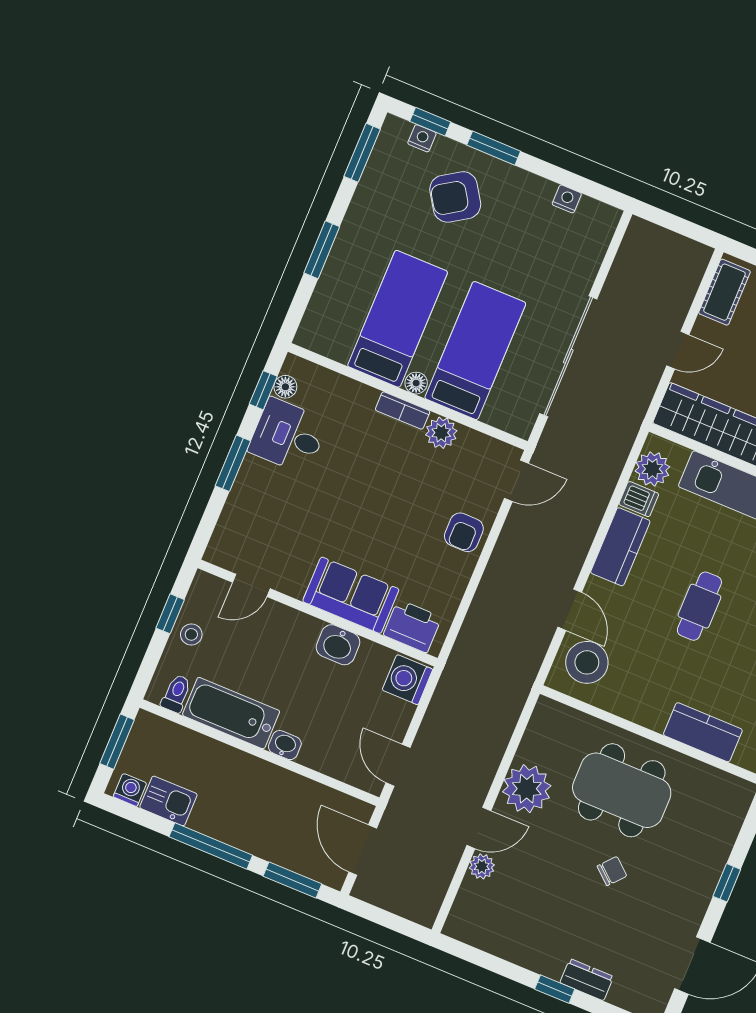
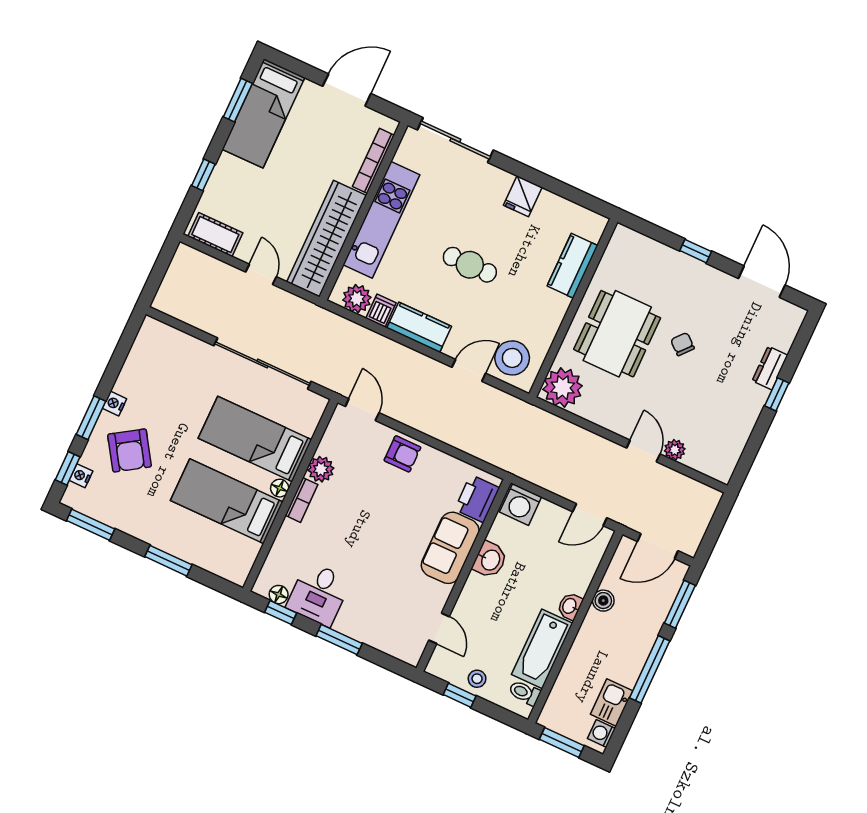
nightstand: (567, 199) -> (114, 404), moved
boiler: (293, 786) -> (603, 601), added
plant: (527, 789) -> (563, 388), moved

